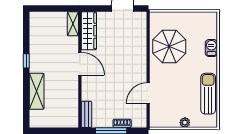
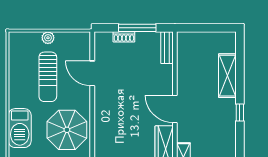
barbecue: (211, 48) -> (20, 128), width x1.88, depth x1.53
door: (148, 93) -> (92, 73), swing flipped
sun lounger: (208, 94) -> (48, 77), moved

